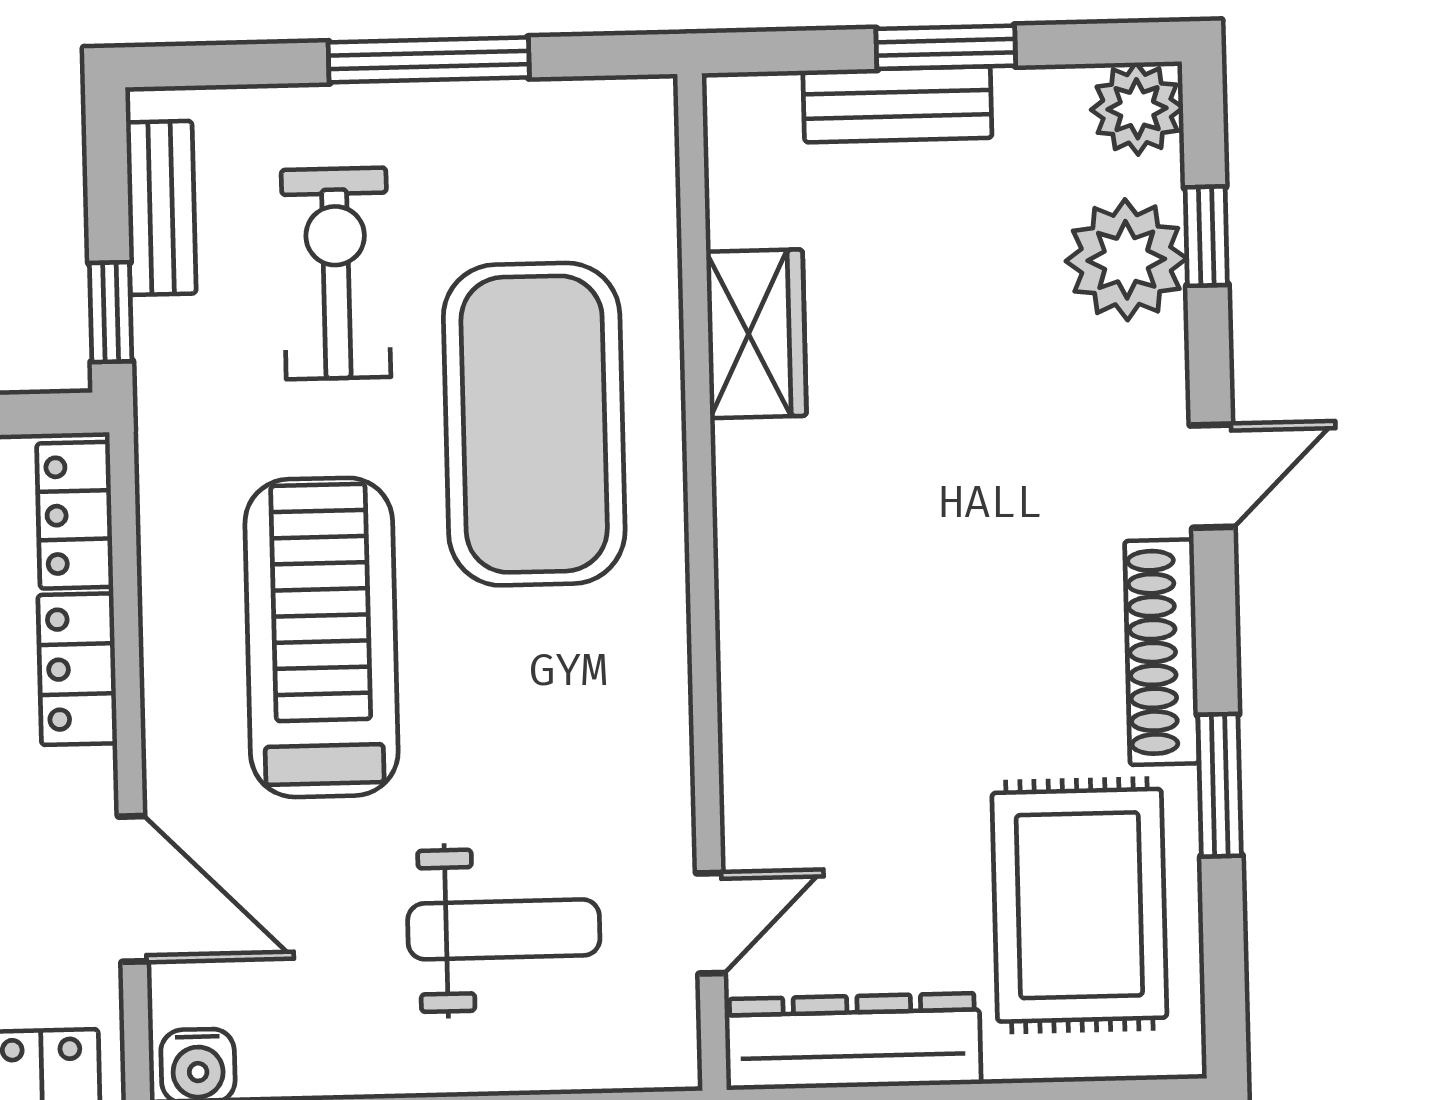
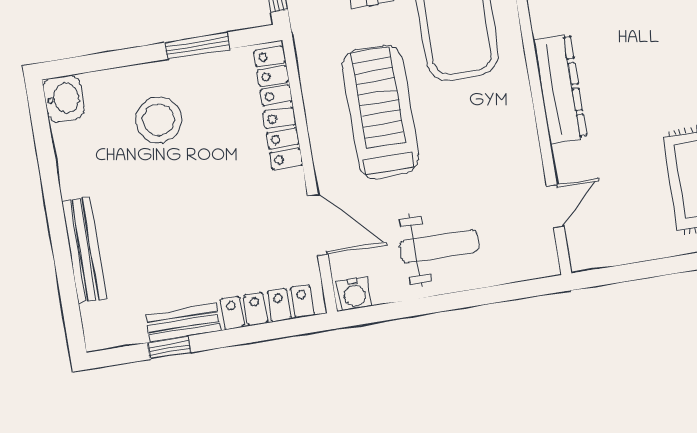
weight bench: (504, 929) -> (439, 246), moved
dresser: (853, 1041) -> (560, 89), moved, turned 90

